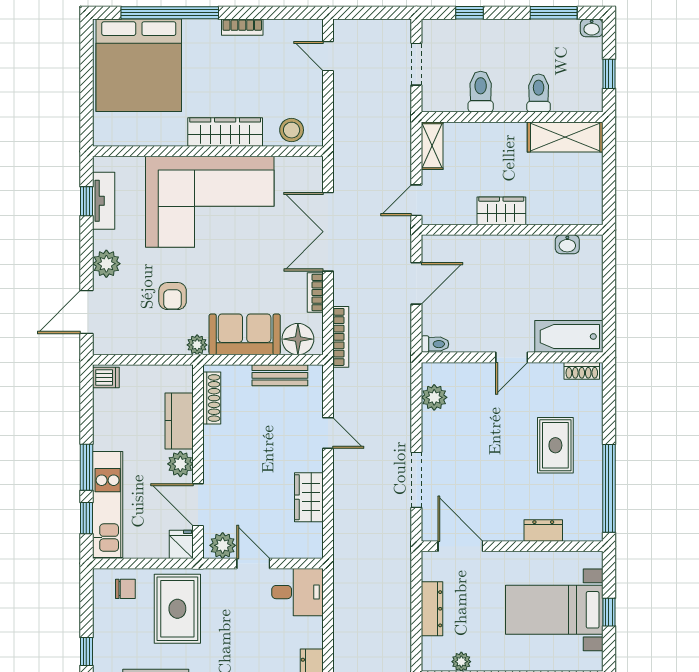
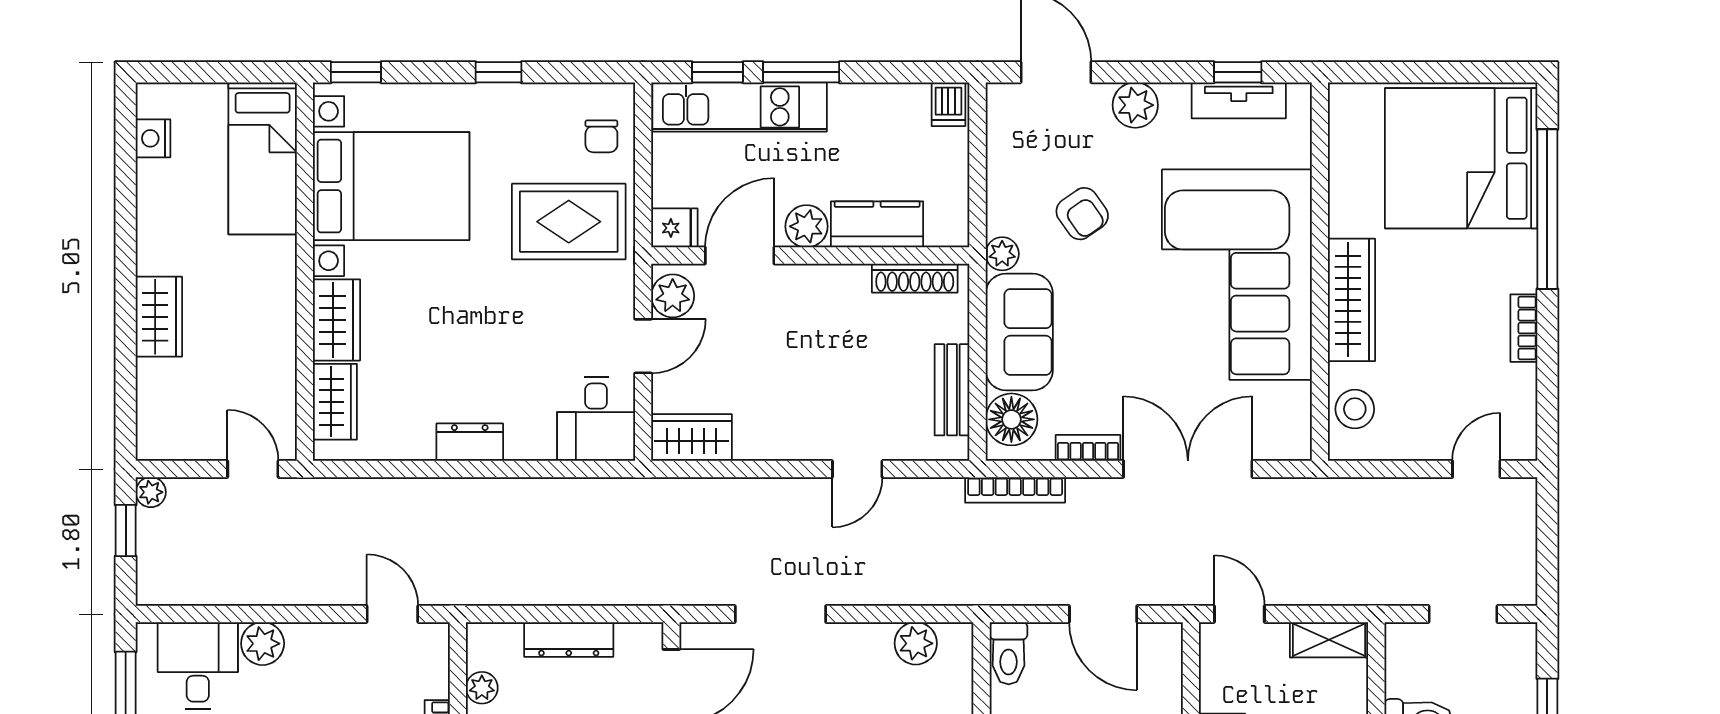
armchair: (173, 296) -> (1082, 214), turned -125
toilet: (435, 344) -> (1009, 653), width x1.37, depth x1.39
wardrobe: (309, 497) -> (692, 438), moved

